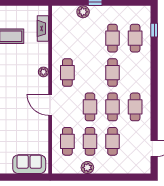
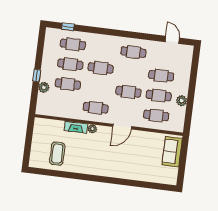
fireplace: (43, 28) -> (76, 127), moved
cafe table: (113, 107) -> (68, 84), moved

